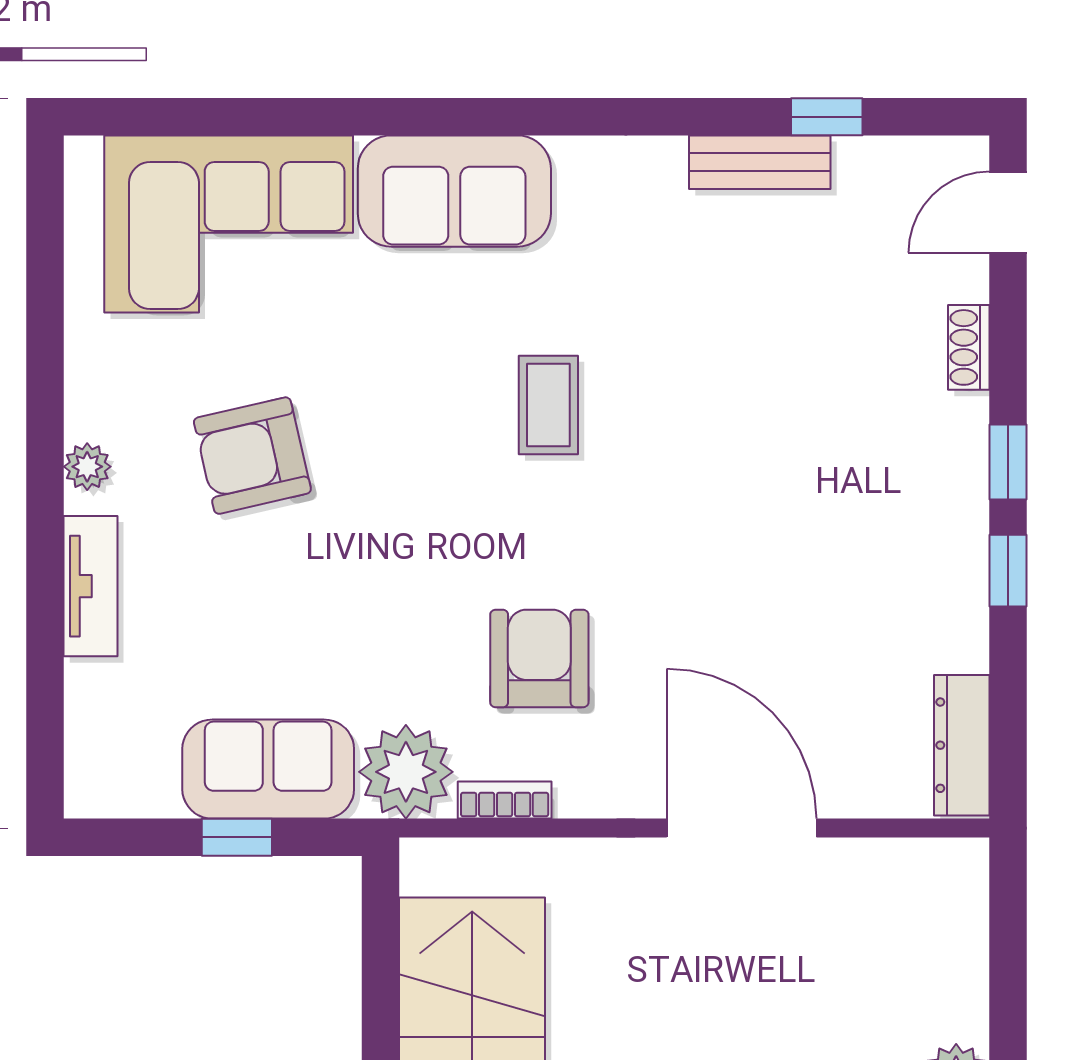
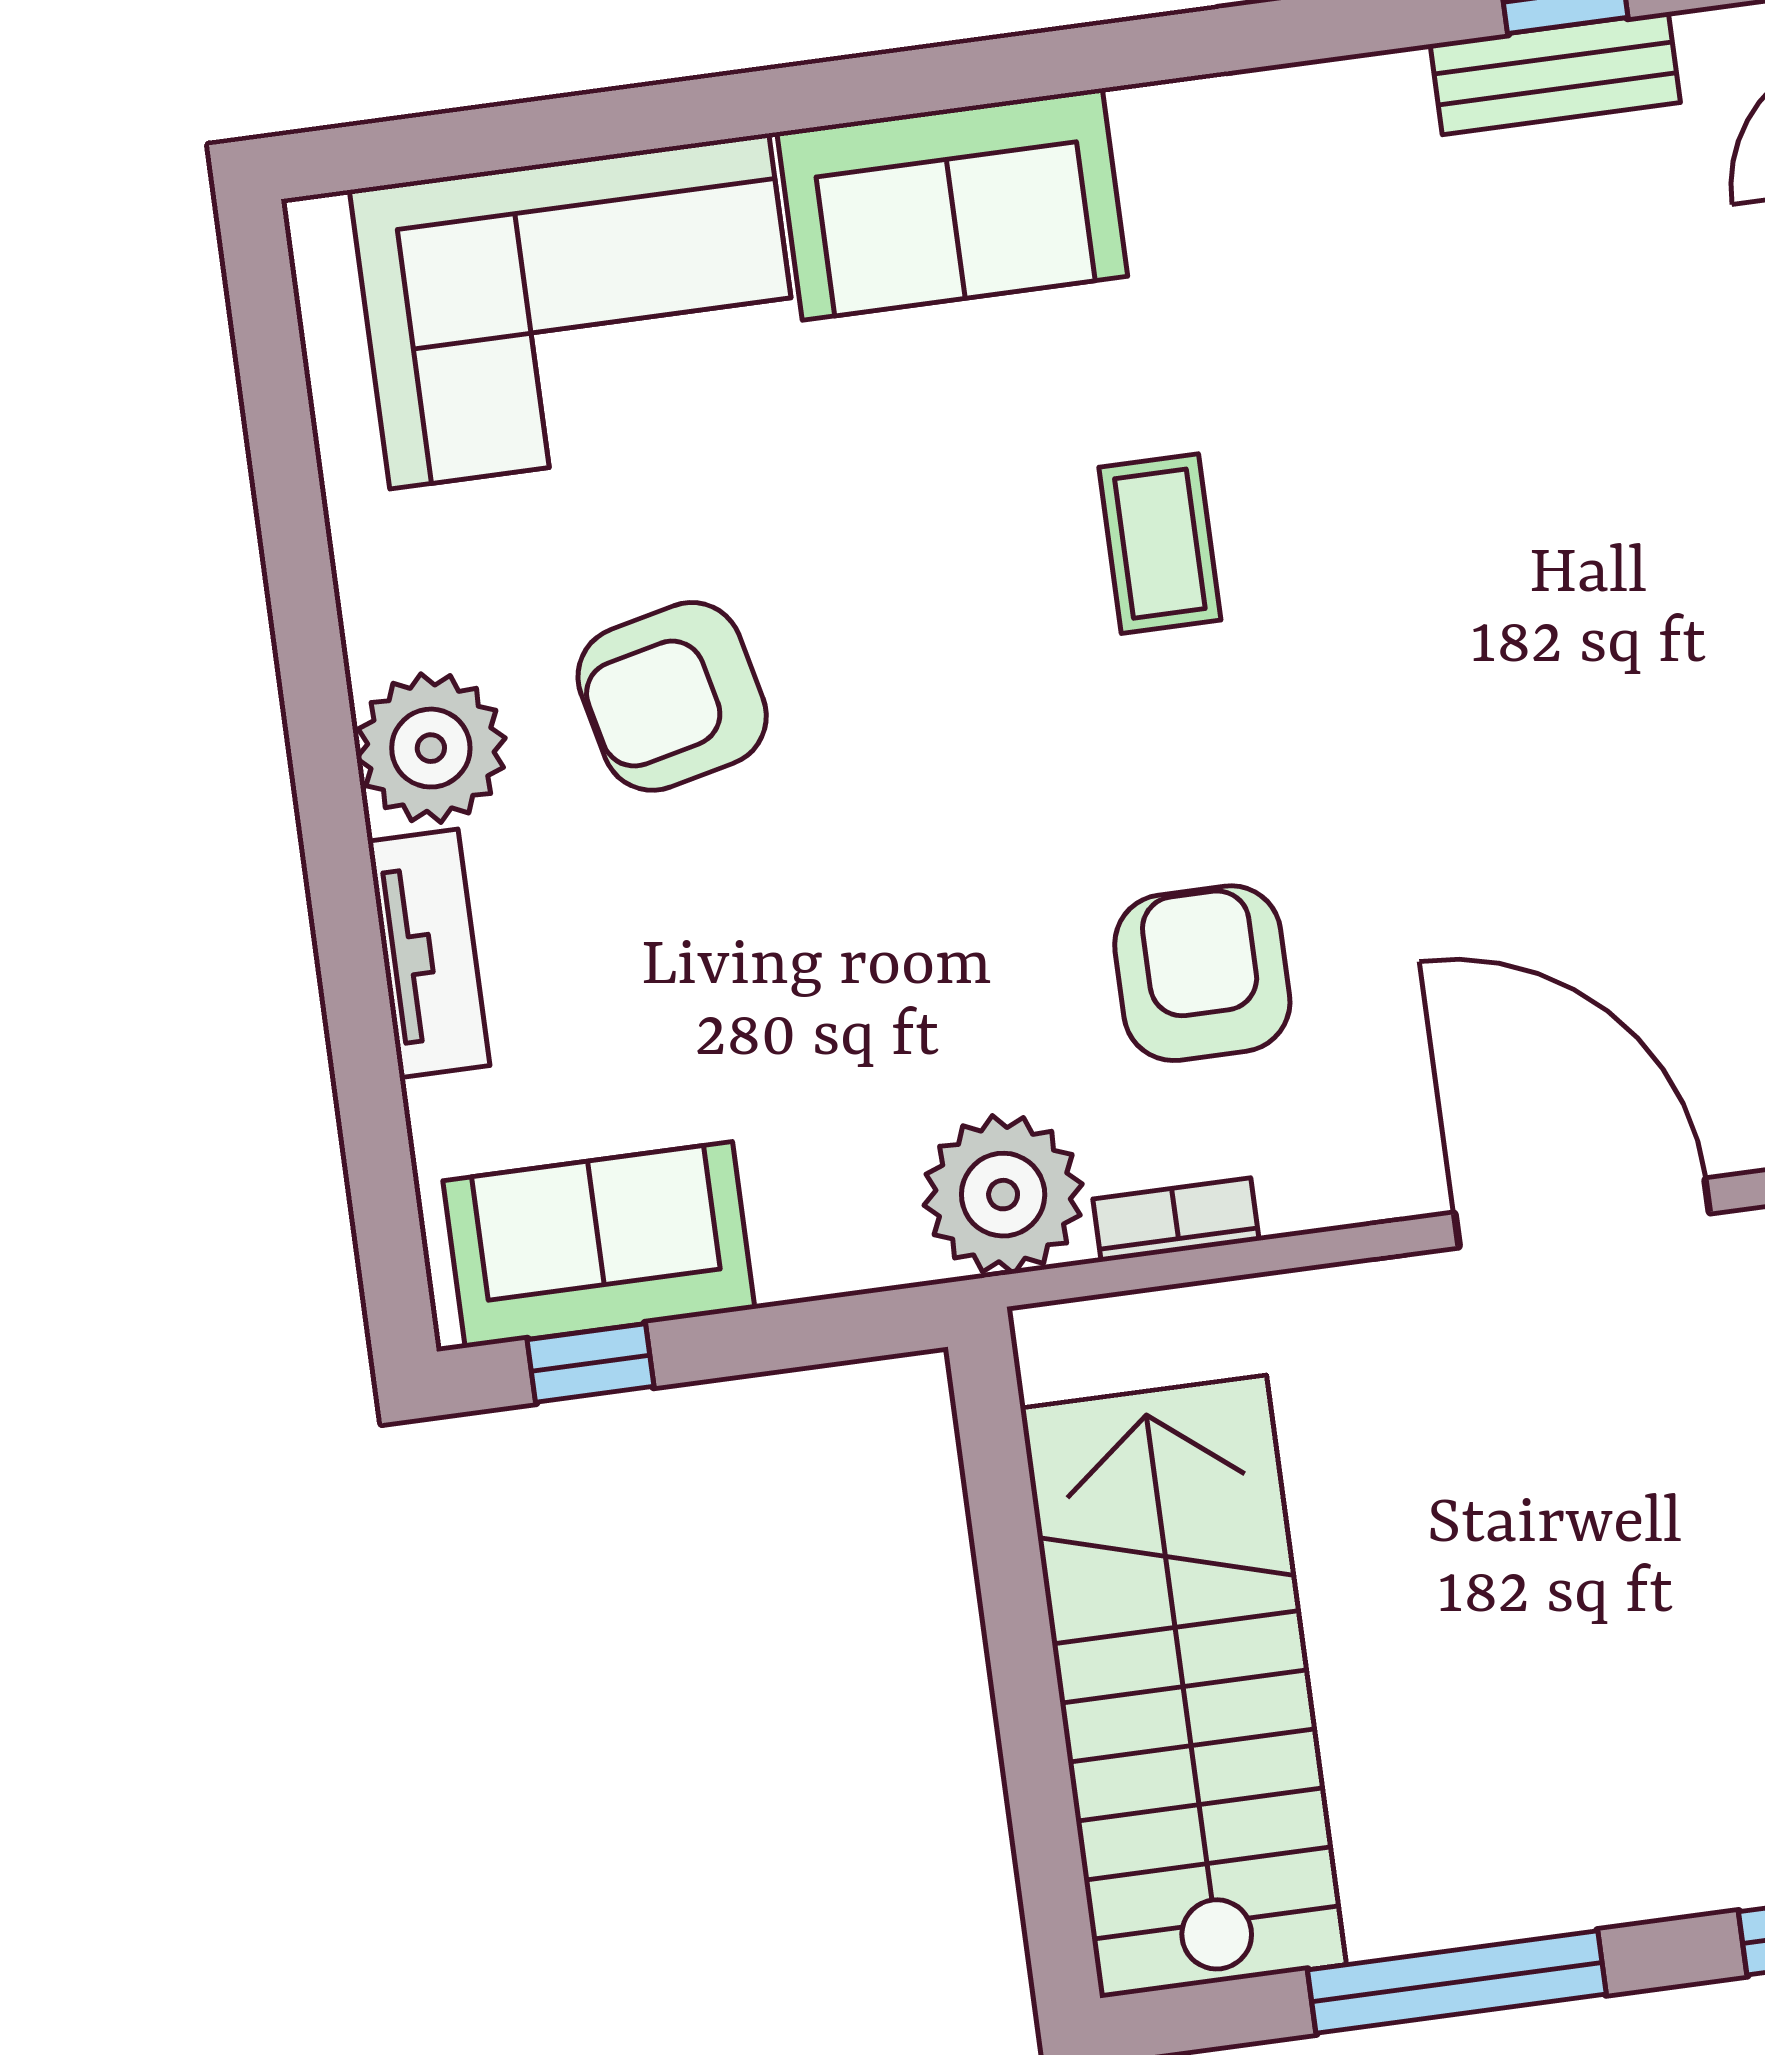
bench: (760, 162) -> (1555, 73), moved
plant: (87, 467) -> (431, 748), width x1.88, depth x1.88
sofa: (268, 769) -> (599, 1245), moved
window: (237, 837) -> (591, 1363), moved

